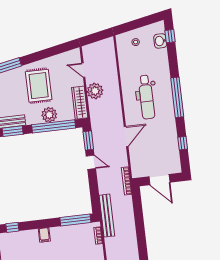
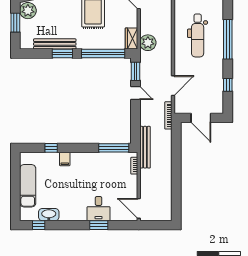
plant: (95, 91) -> (148, 43), moved
wardrobe: (80, 103) -> (131, 39), width x0.67
plant: (49, 115) -> (100, 42), removed
door: (126, 136) -> (173, 86), moved
filing cabinet: (44, 235) -> (65, 159), moved

